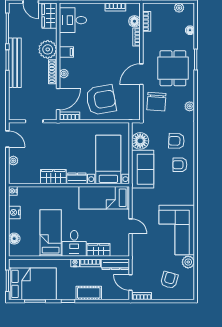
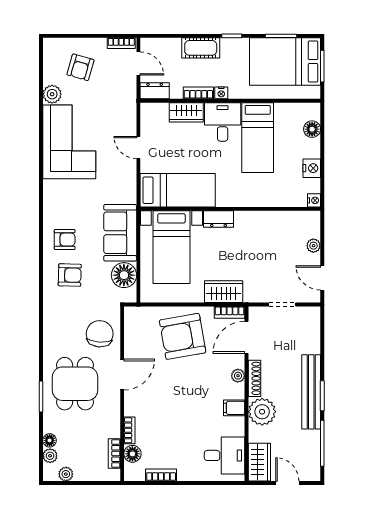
plant: (190, 106) -> (50, 456), moved
wardrobe: (53, 177) -> (224, 292), moved, turned 180
dresser: (115, 264) -> (155, 91), width x0.70

